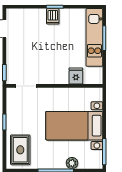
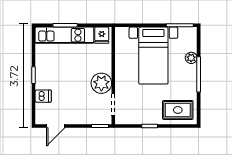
dishwasher: (53, 16) -> (43, 96), moved
plant: (47, 74) -> (101, 83), added
fridge: (76, 76) -> (102, 35), moved, turned -90

